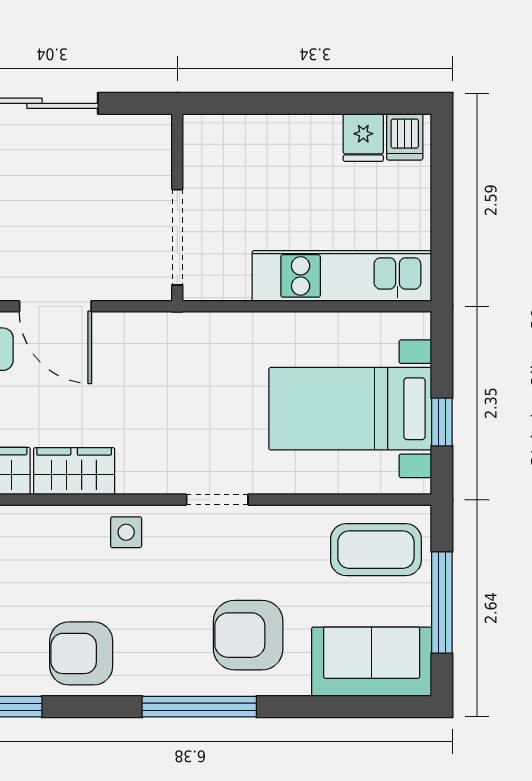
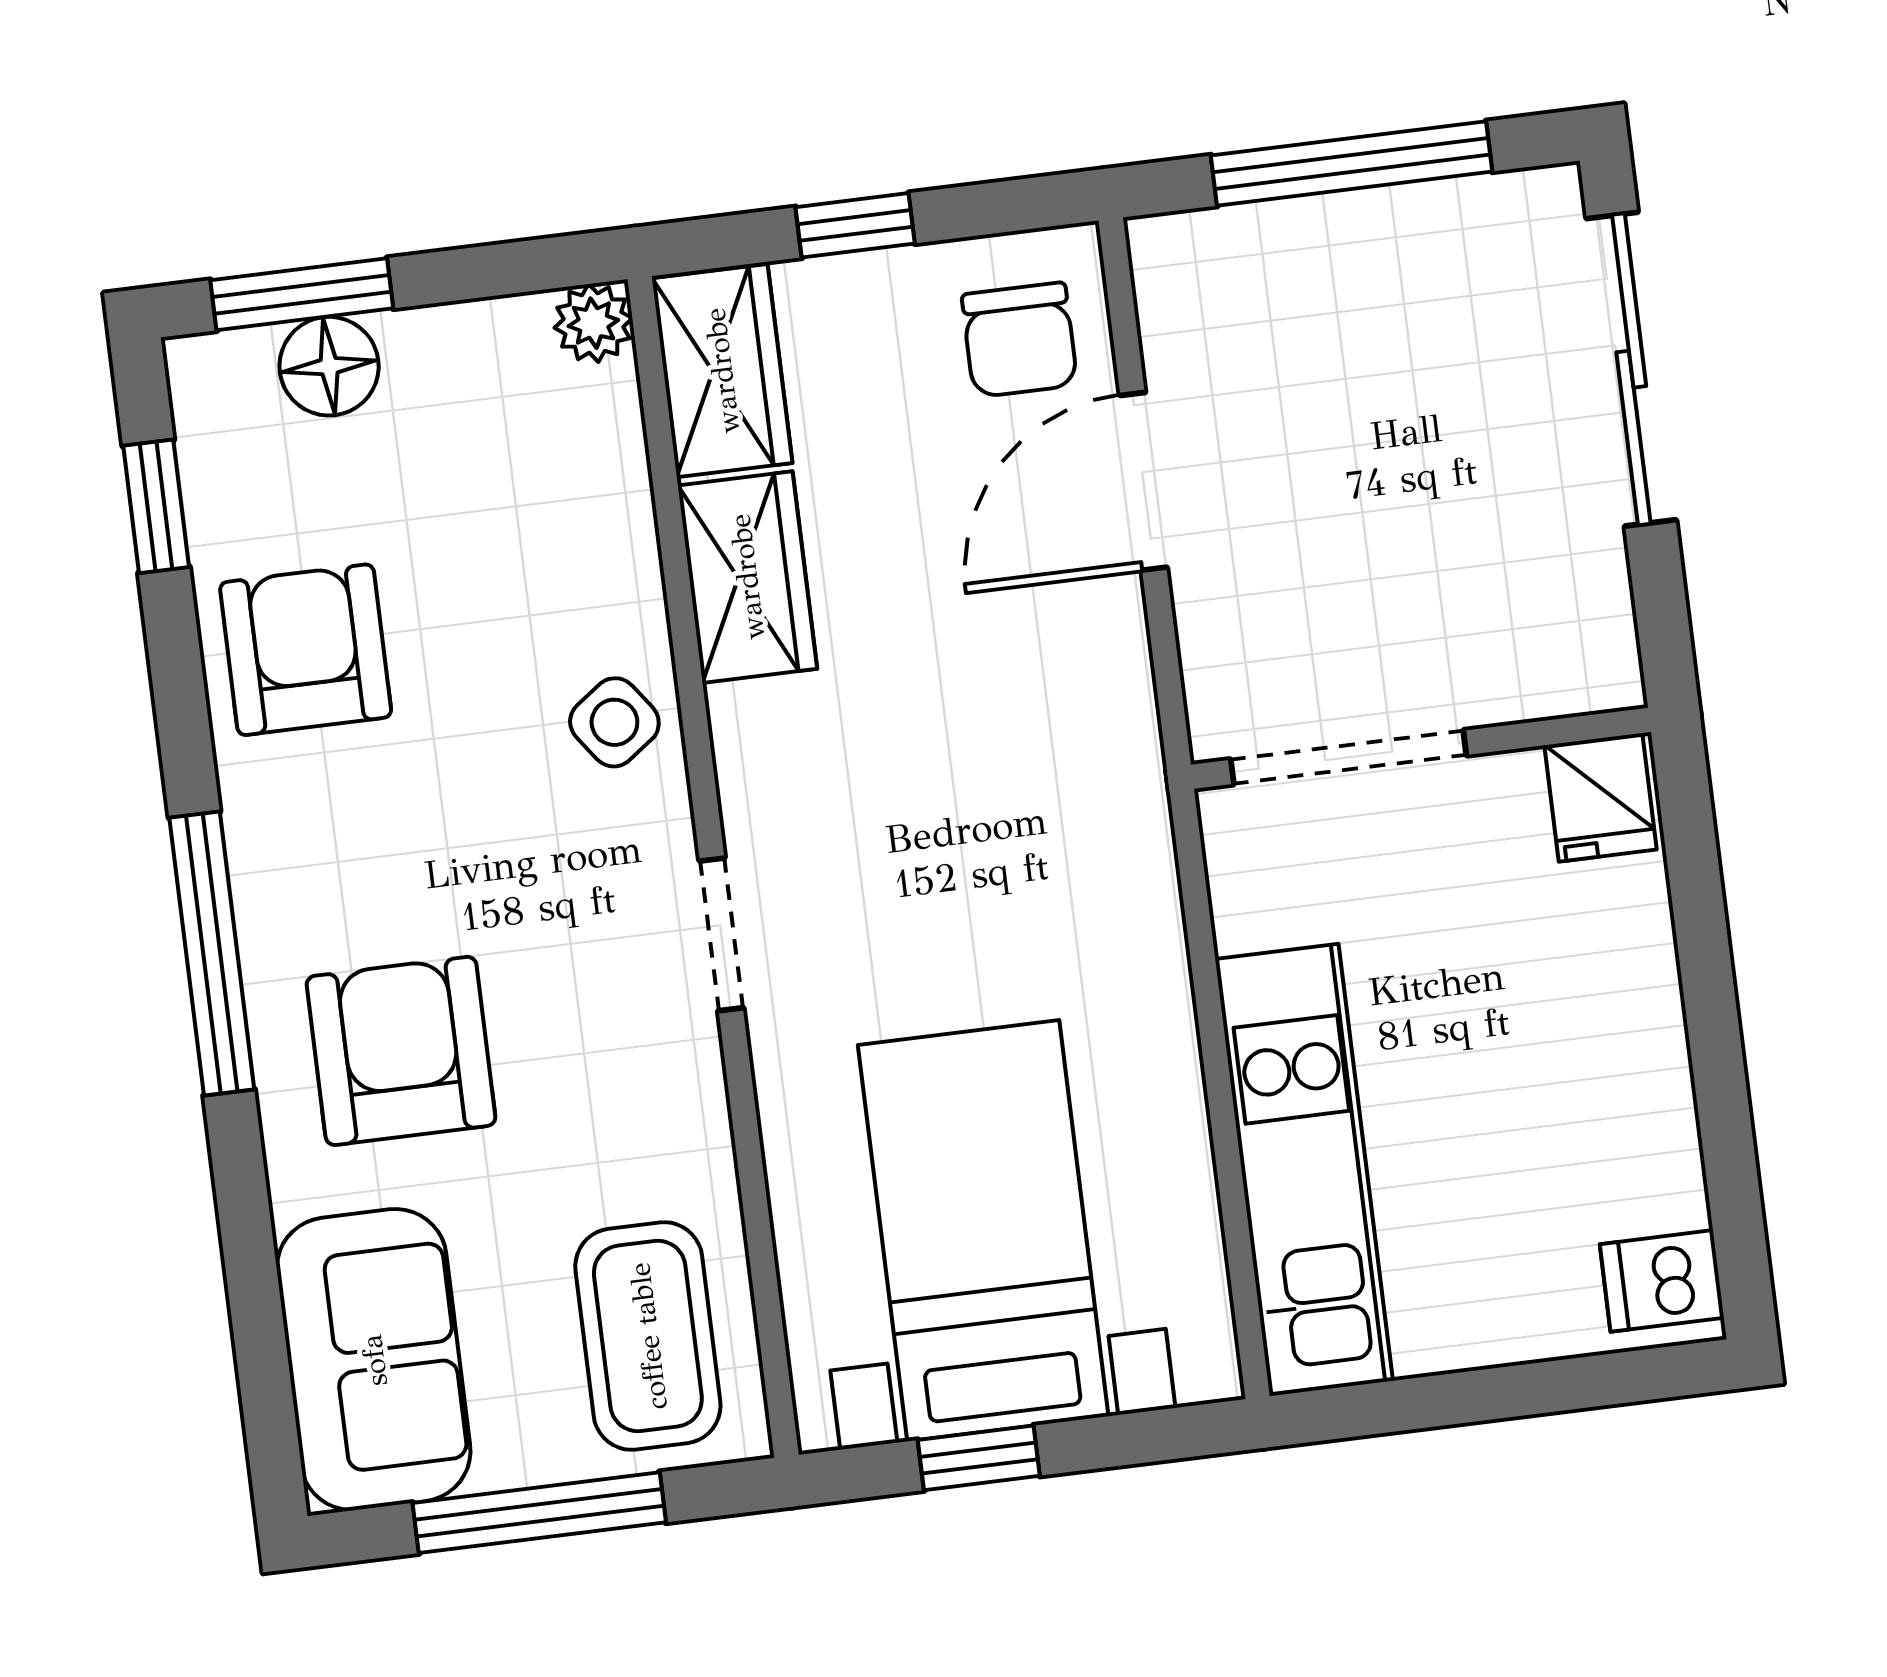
fridge: (363, 138) -> (1601, 797), moved, turned -90
side table: (126, 532) -> (614, 722), turned -36

